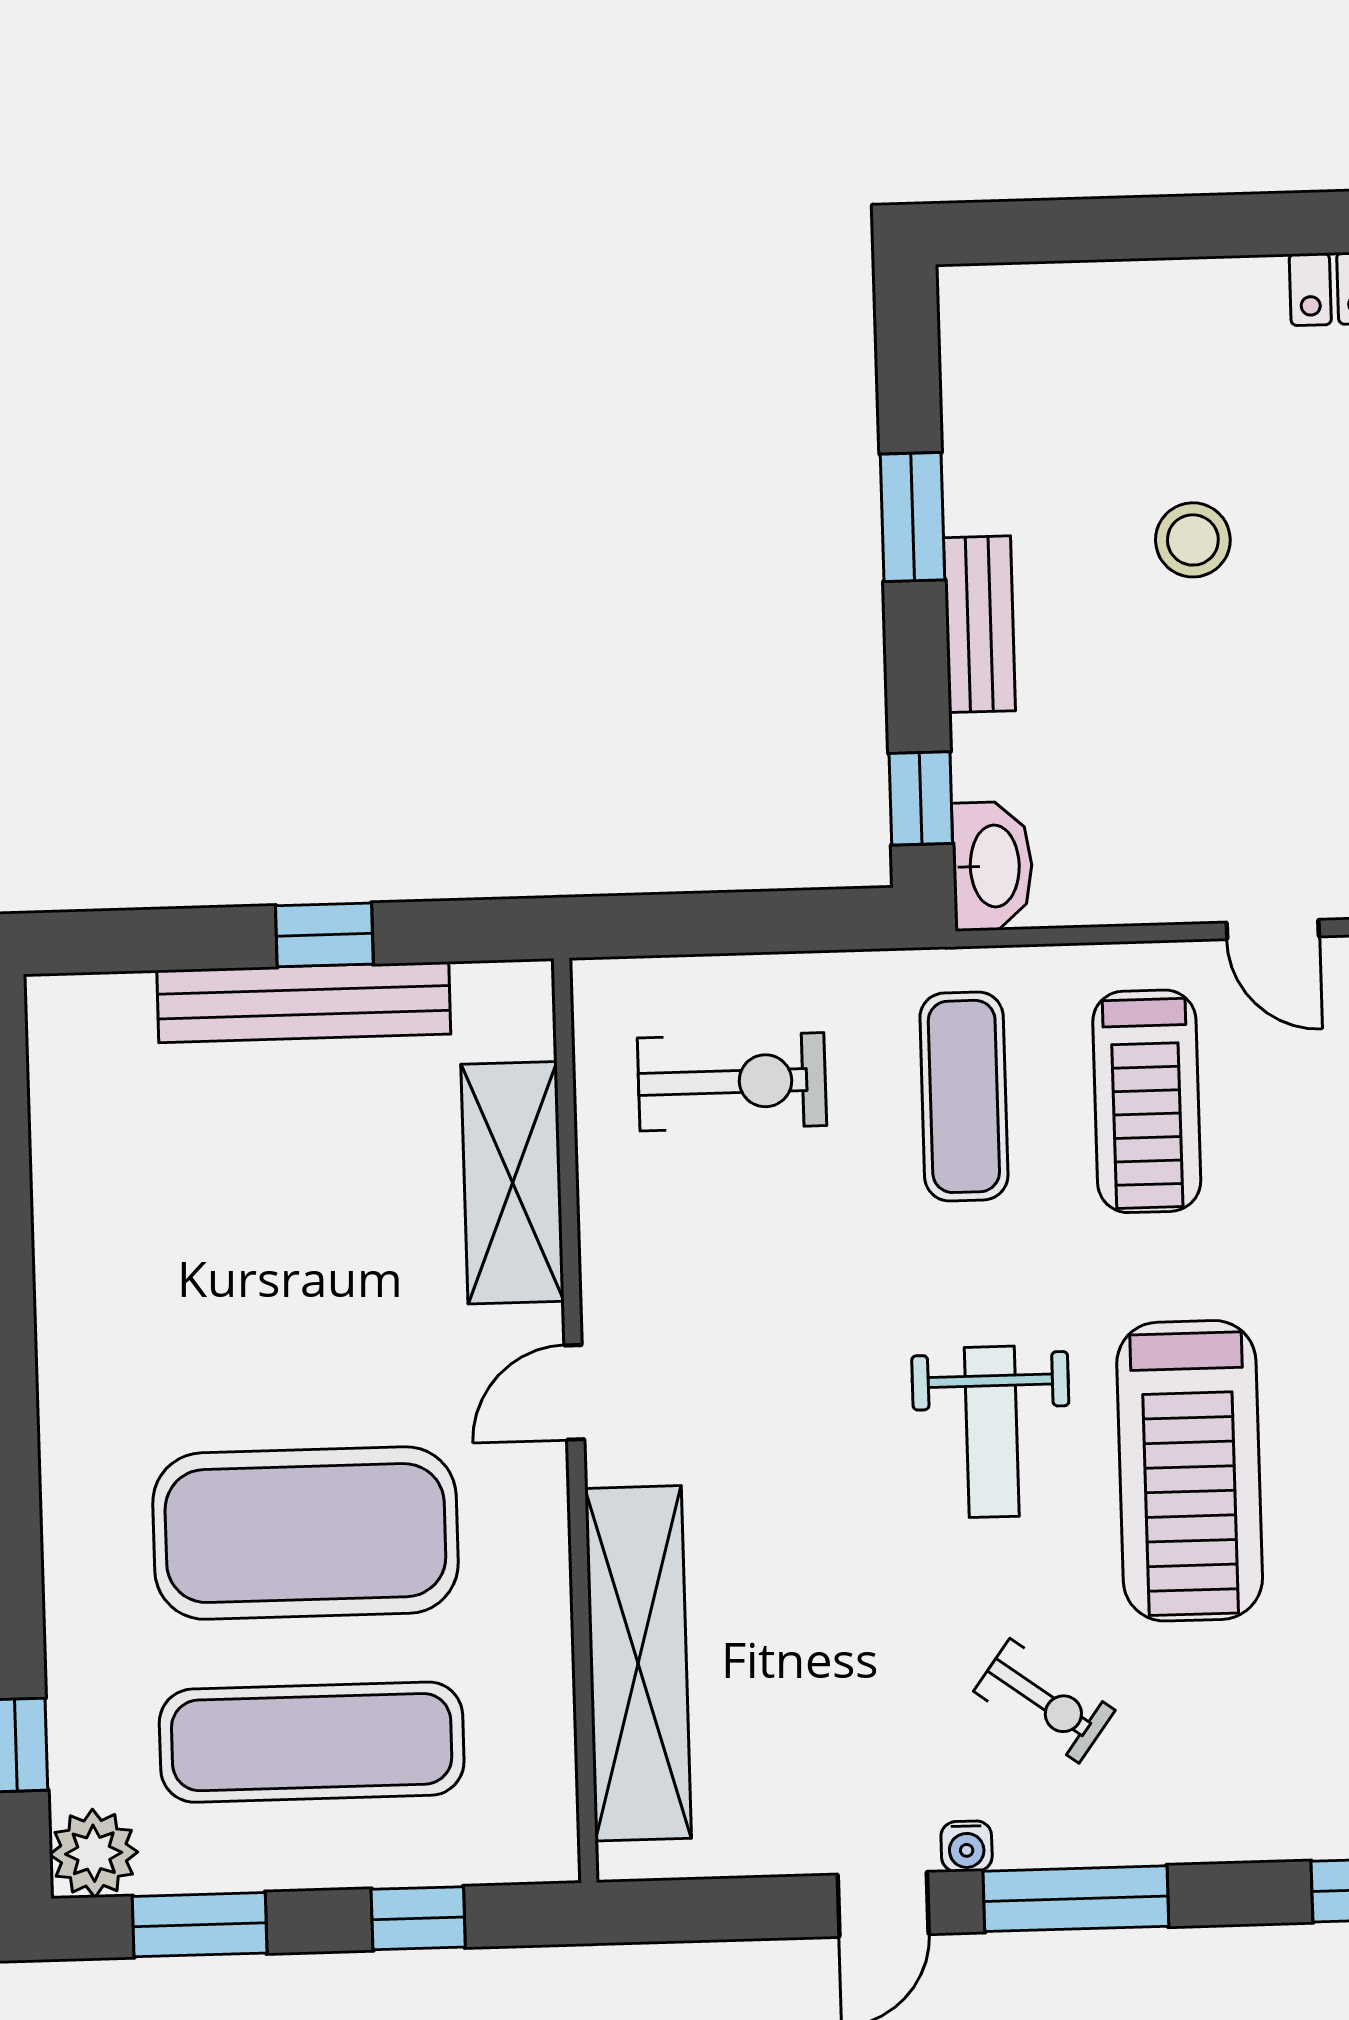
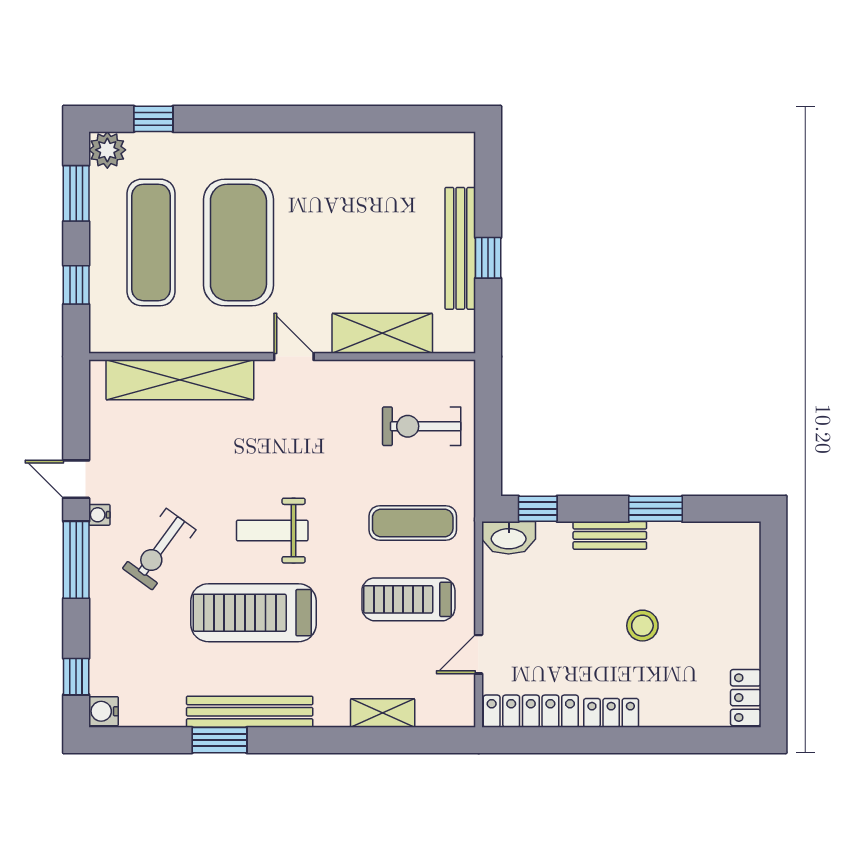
exercise bike: (732, 1082) -> (422, 426), turned 90
exercise bike: (1044, 1701) -> (159, 549), width x1.38, depth x1.39

